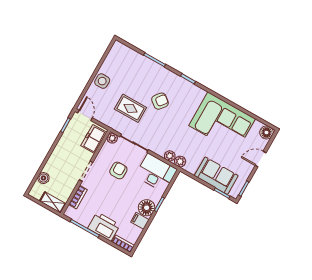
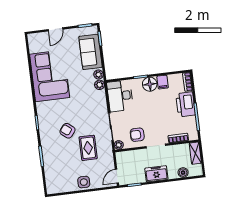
floor lamp: (266, 132) -> (34, 39), removed
freezer: (94, 139) -> (156, 174), moved, turned 180
plant: (170, 156) -> (98, 75), moved
door: (261, 159) -> (55, 29), hinge flipped
armchair: (118, 170) -> (137, 135), moved

